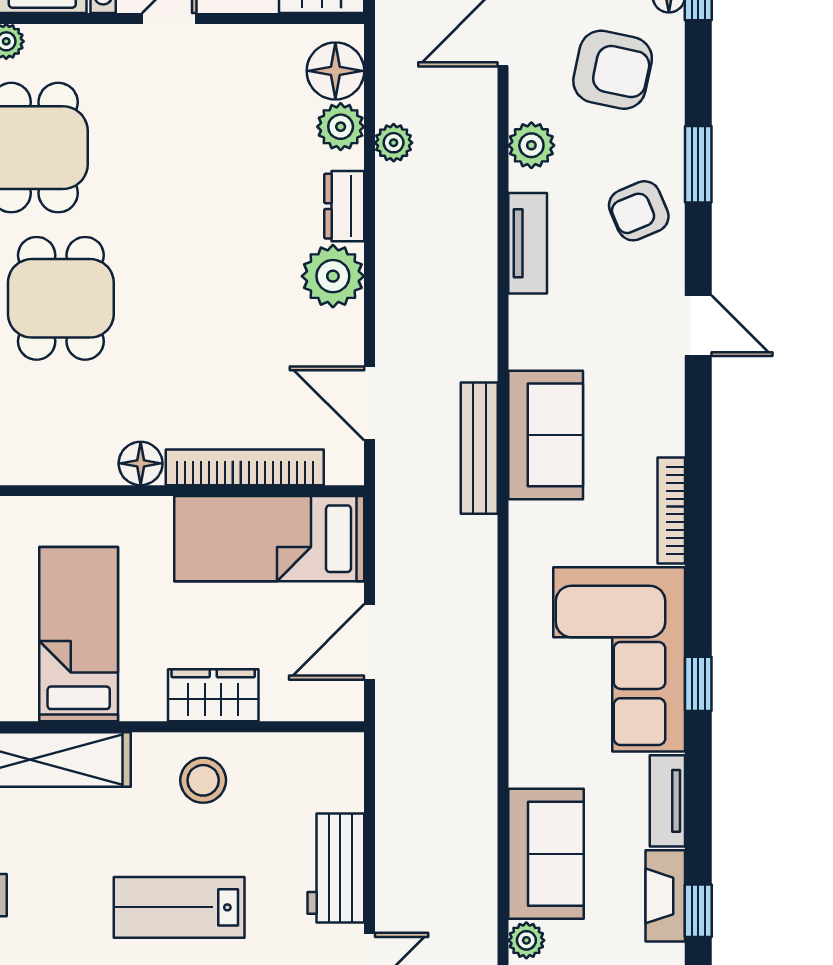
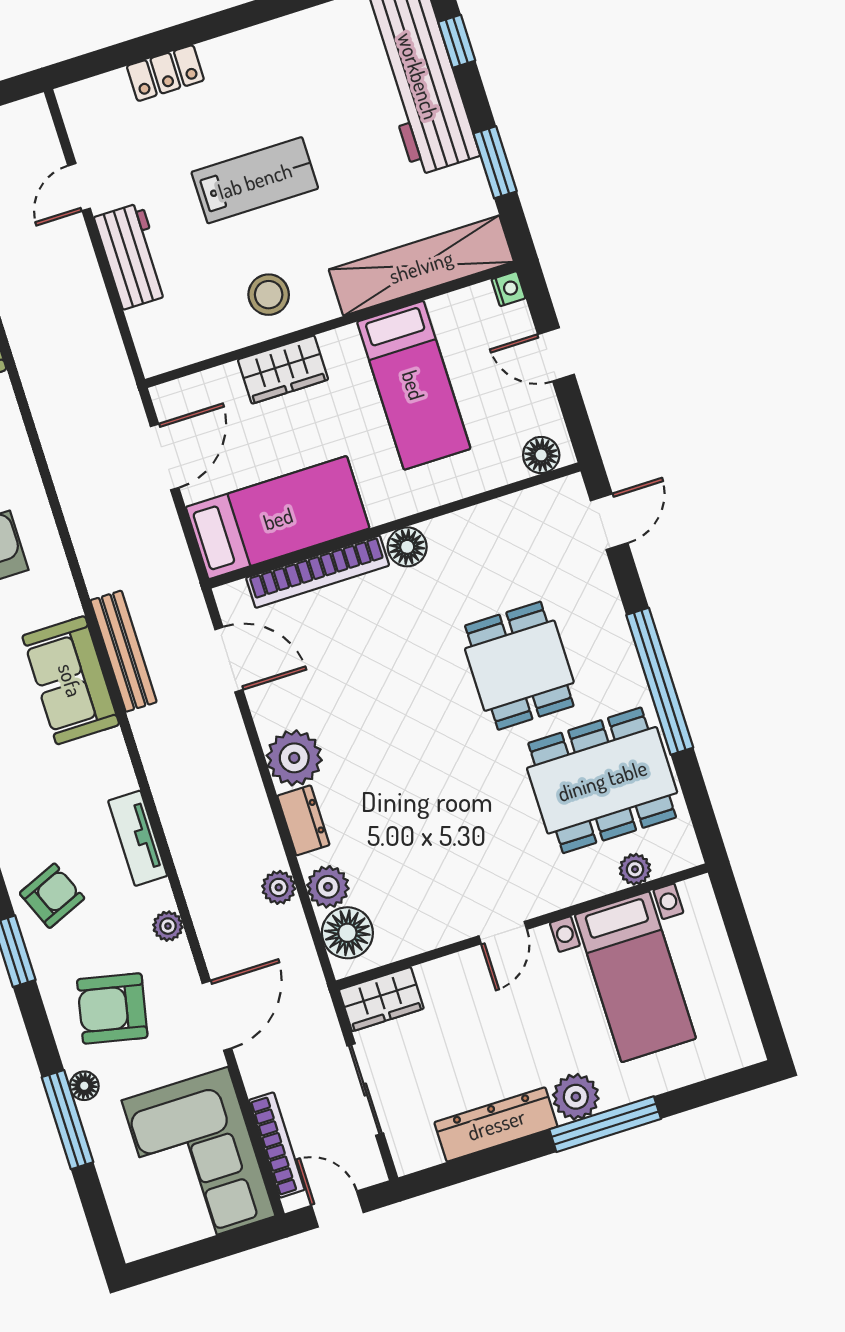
plant: (531, 145) -> (168, 926), width x0.73, depth x0.73

